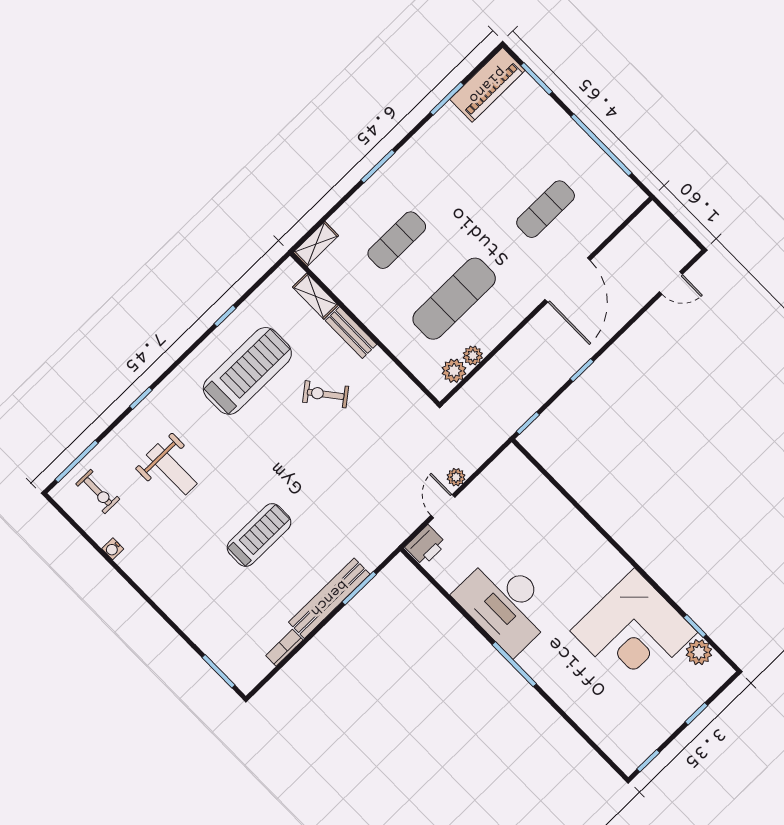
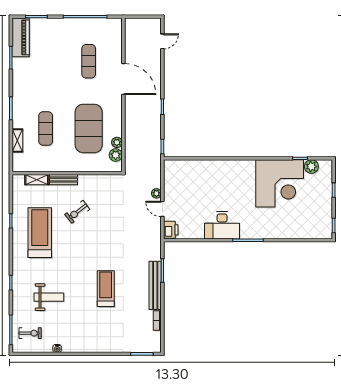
shelving: (316, 244) -> (17, 140), moved
exercise mat: (454, 299) -> (89, 128), width x1.47
desk: (506, 604) -> (222, 225), width x0.73, depth x0.77

